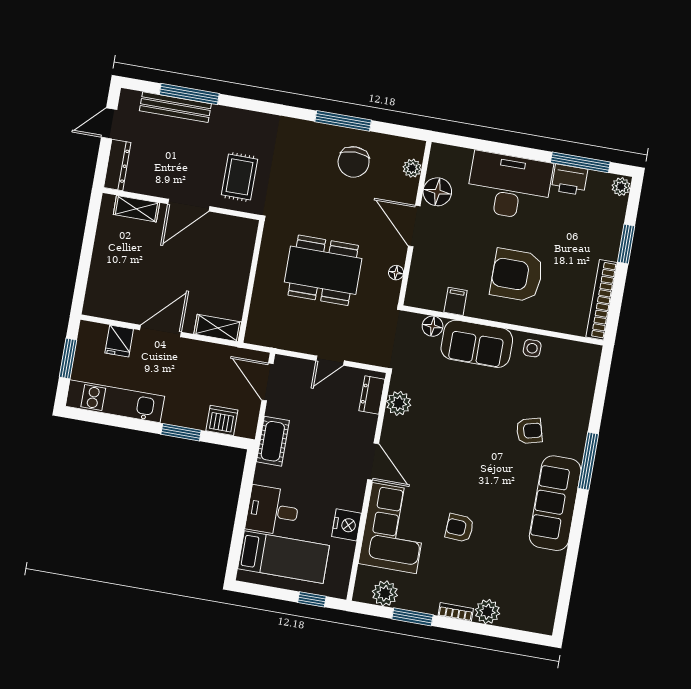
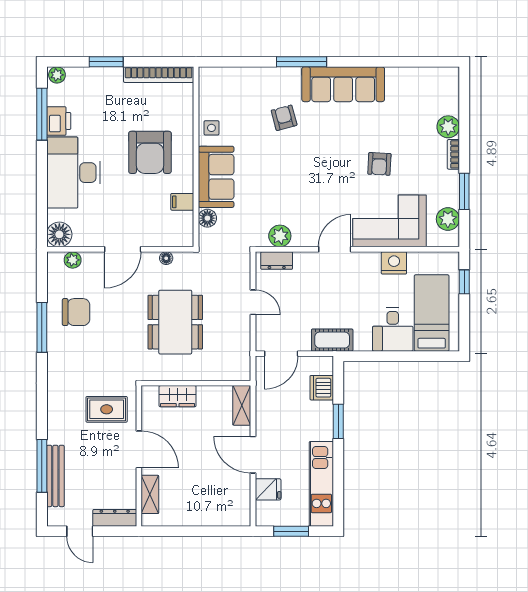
floor lamp: (437, 192) -> (59, 234), moved
wardrobe: (240, 258) -> (178, 396), added

